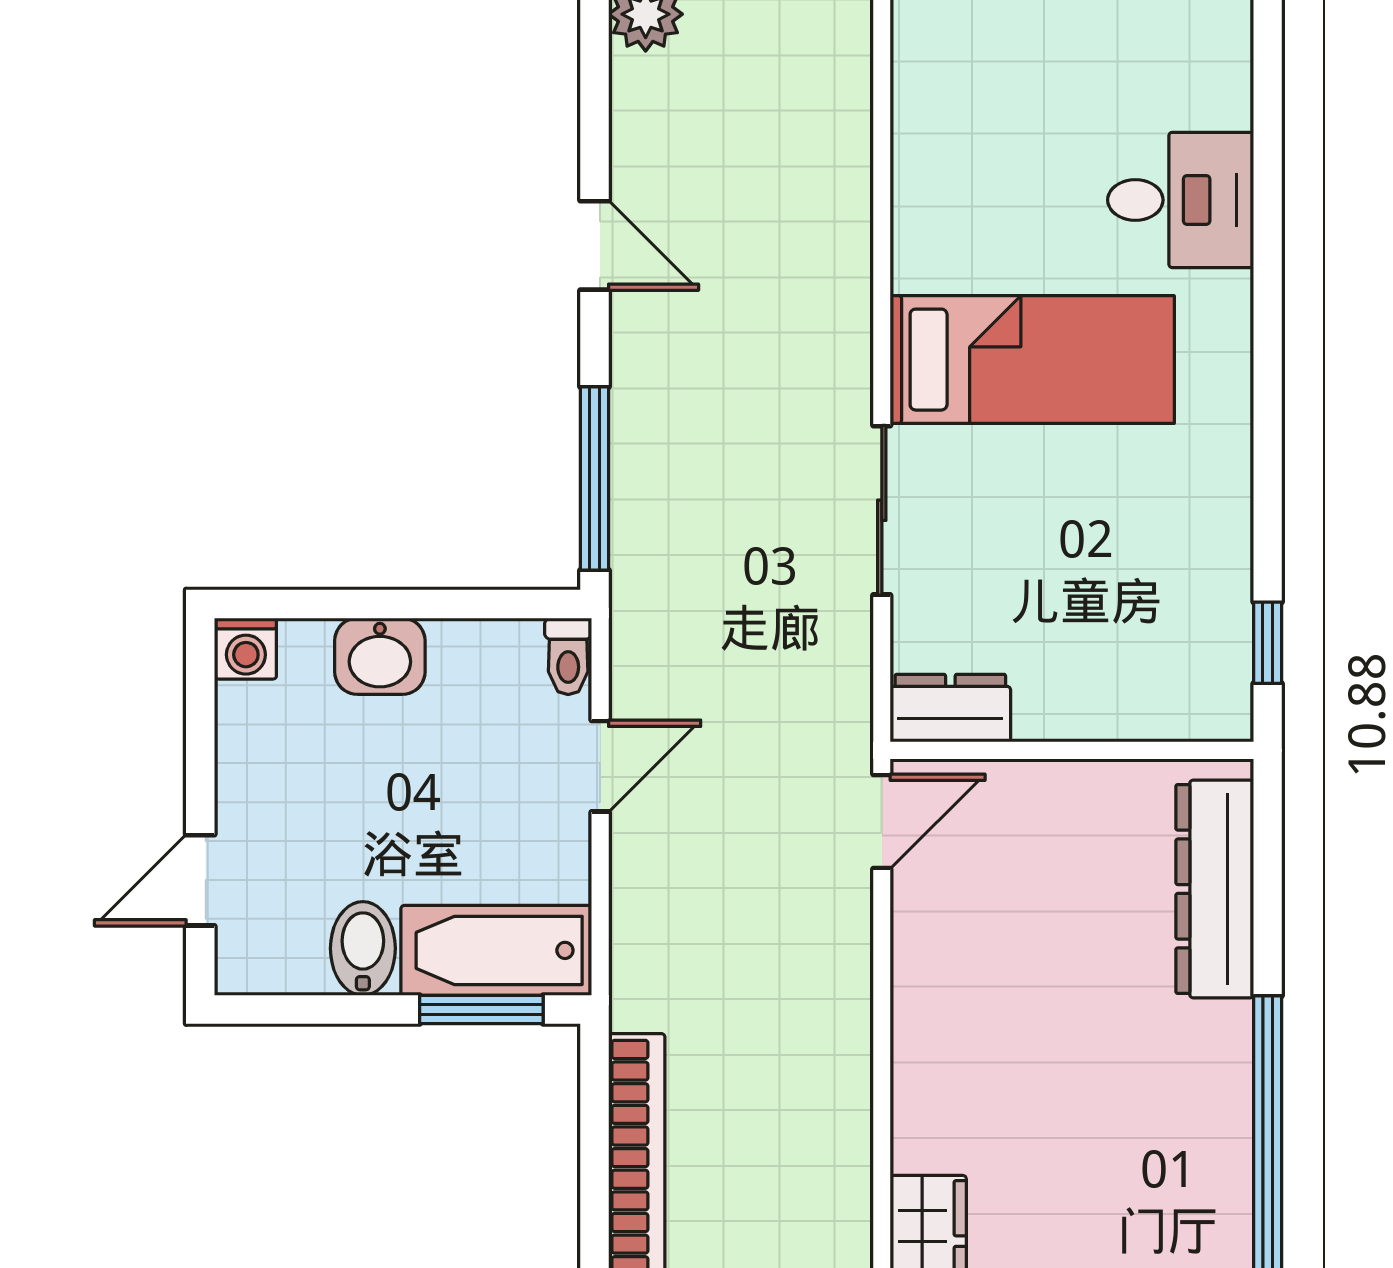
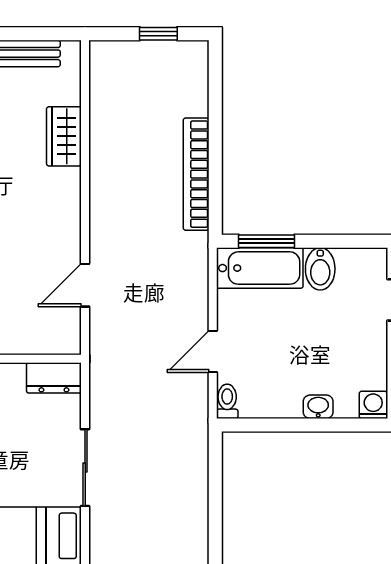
window: (595, 478) -> (215, 482), removed
washbasin: (380, 656) -> (318, 407), width x0.72, depth x0.69
door: (882, 822) -> (85, 285), moved

